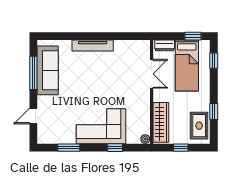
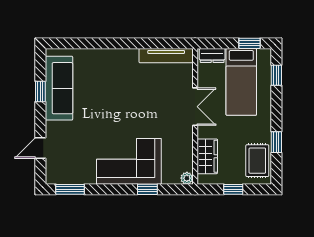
tv unit: (93, 46) -> (166, 56), moved
window: (33, 73) -> (40, 92), width x0.46
double door: (152, 74) -> (195, 107), moved
wardrobe: (161, 122) -> (207, 156), width x0.67
window: (69, 148) -> (70, 189), moved

